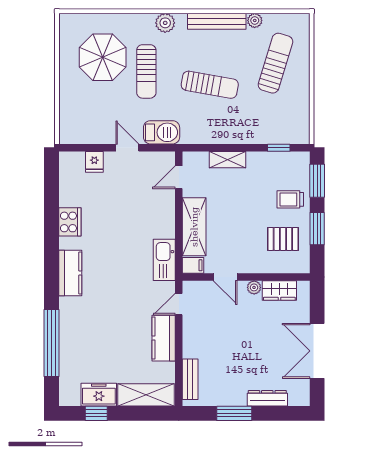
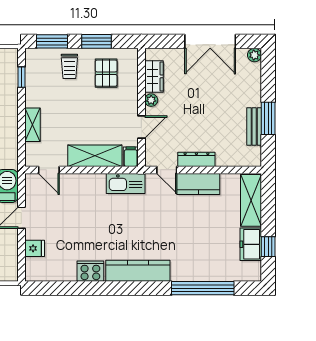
kitchen counter: (70, 273) -> (138, 271), width x1.50
bench: (190, 379) -> (254, 126), moved, turned 90
dresser: (267, 398) -> (196, 159), moved, turned 90
plant: (302, 399) -> (255, 55), added

